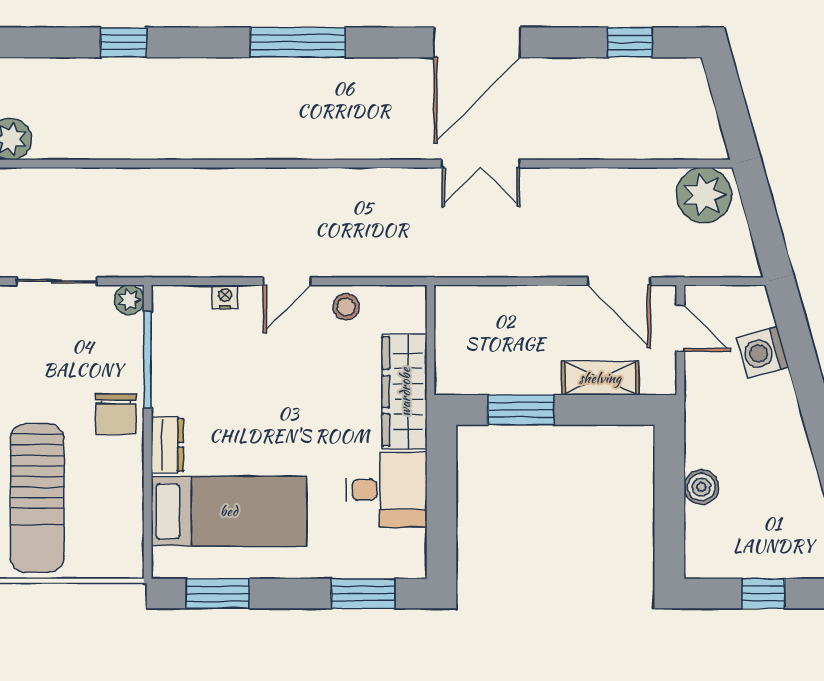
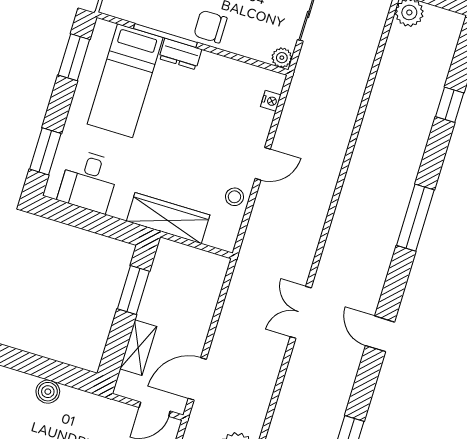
door: (477, 42) -> (380, 334), width x0.53
door: (287, 281) -> (263, 164), swing flipped
nightstand: (225, 297) -> (271, 101), moved
window: (148, 360) -> (165, 35), moved
desk: (386, 490) -> (89, 181), moved

